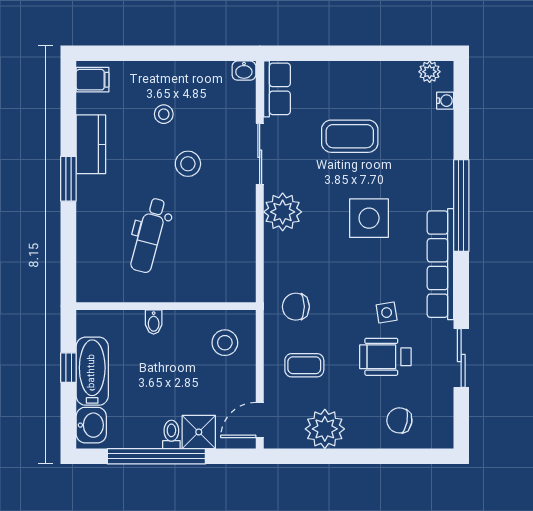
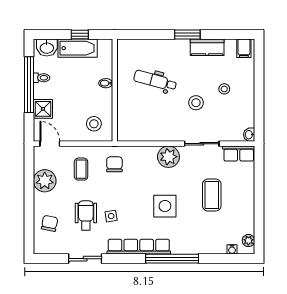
toilet: (171, 434) -> (42, 78), moved

